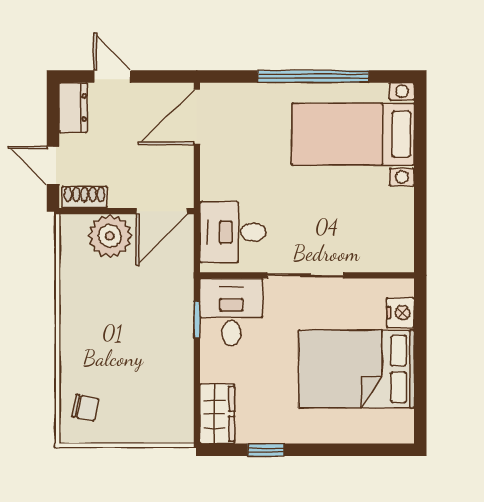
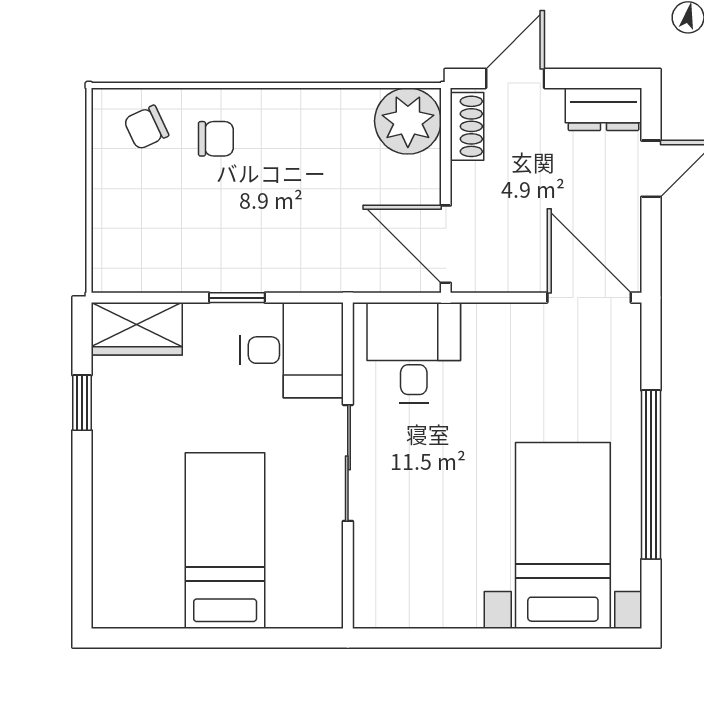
plant: (110, 236) -> (408, 121), moved
nightstand: (401, 313) -> (291, 608), removed
window: (197, 320) -> (237, 298), moved
chair: (93, 362) -> (216, 139), added
bed: (356, 369) -> (225, 541), width x0.67
chair: (85, 408) -> (146, 127), turned 53

